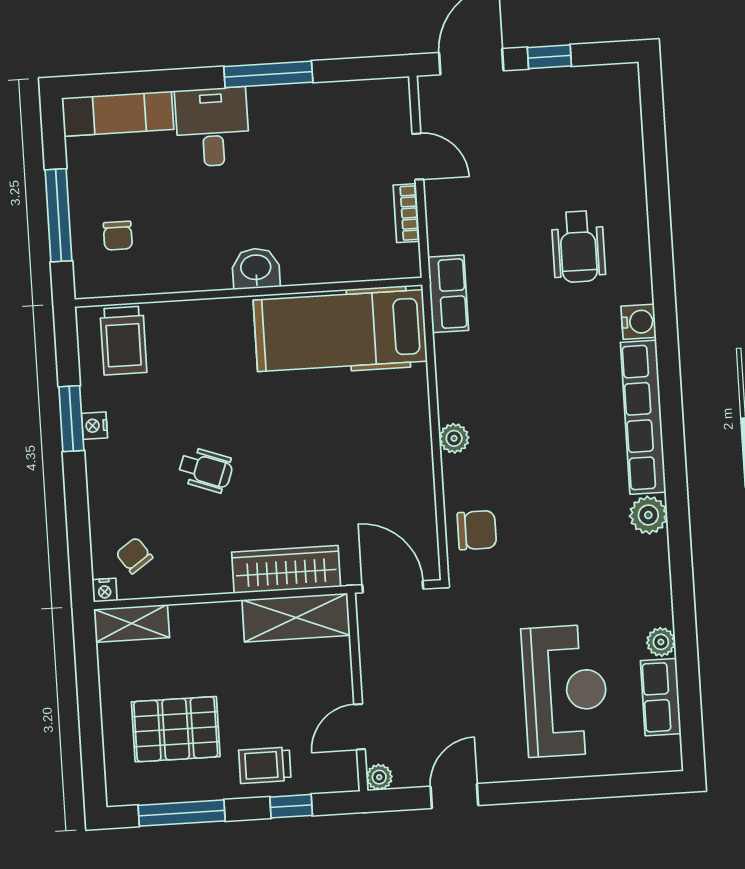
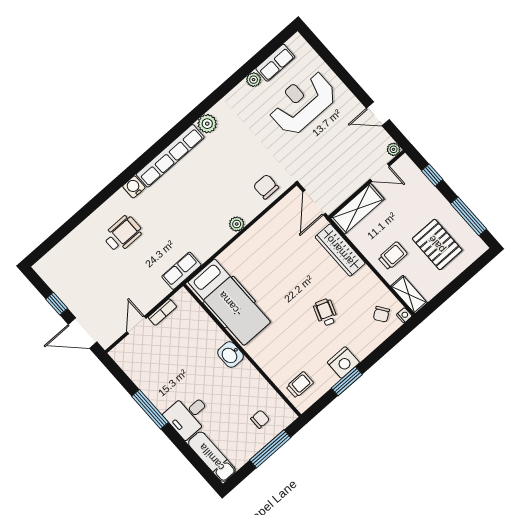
trolley: (123, 341) -> (300, 385), width x0.73, depth x0.72
nightstand: (95, 426) -> (343, 362), width x1.89, depth x1.79
shelving: (296, 618) -> (358, 209), moved, turned 90
trolley: (265, 765) -> (393, 256), moved, turned -90

